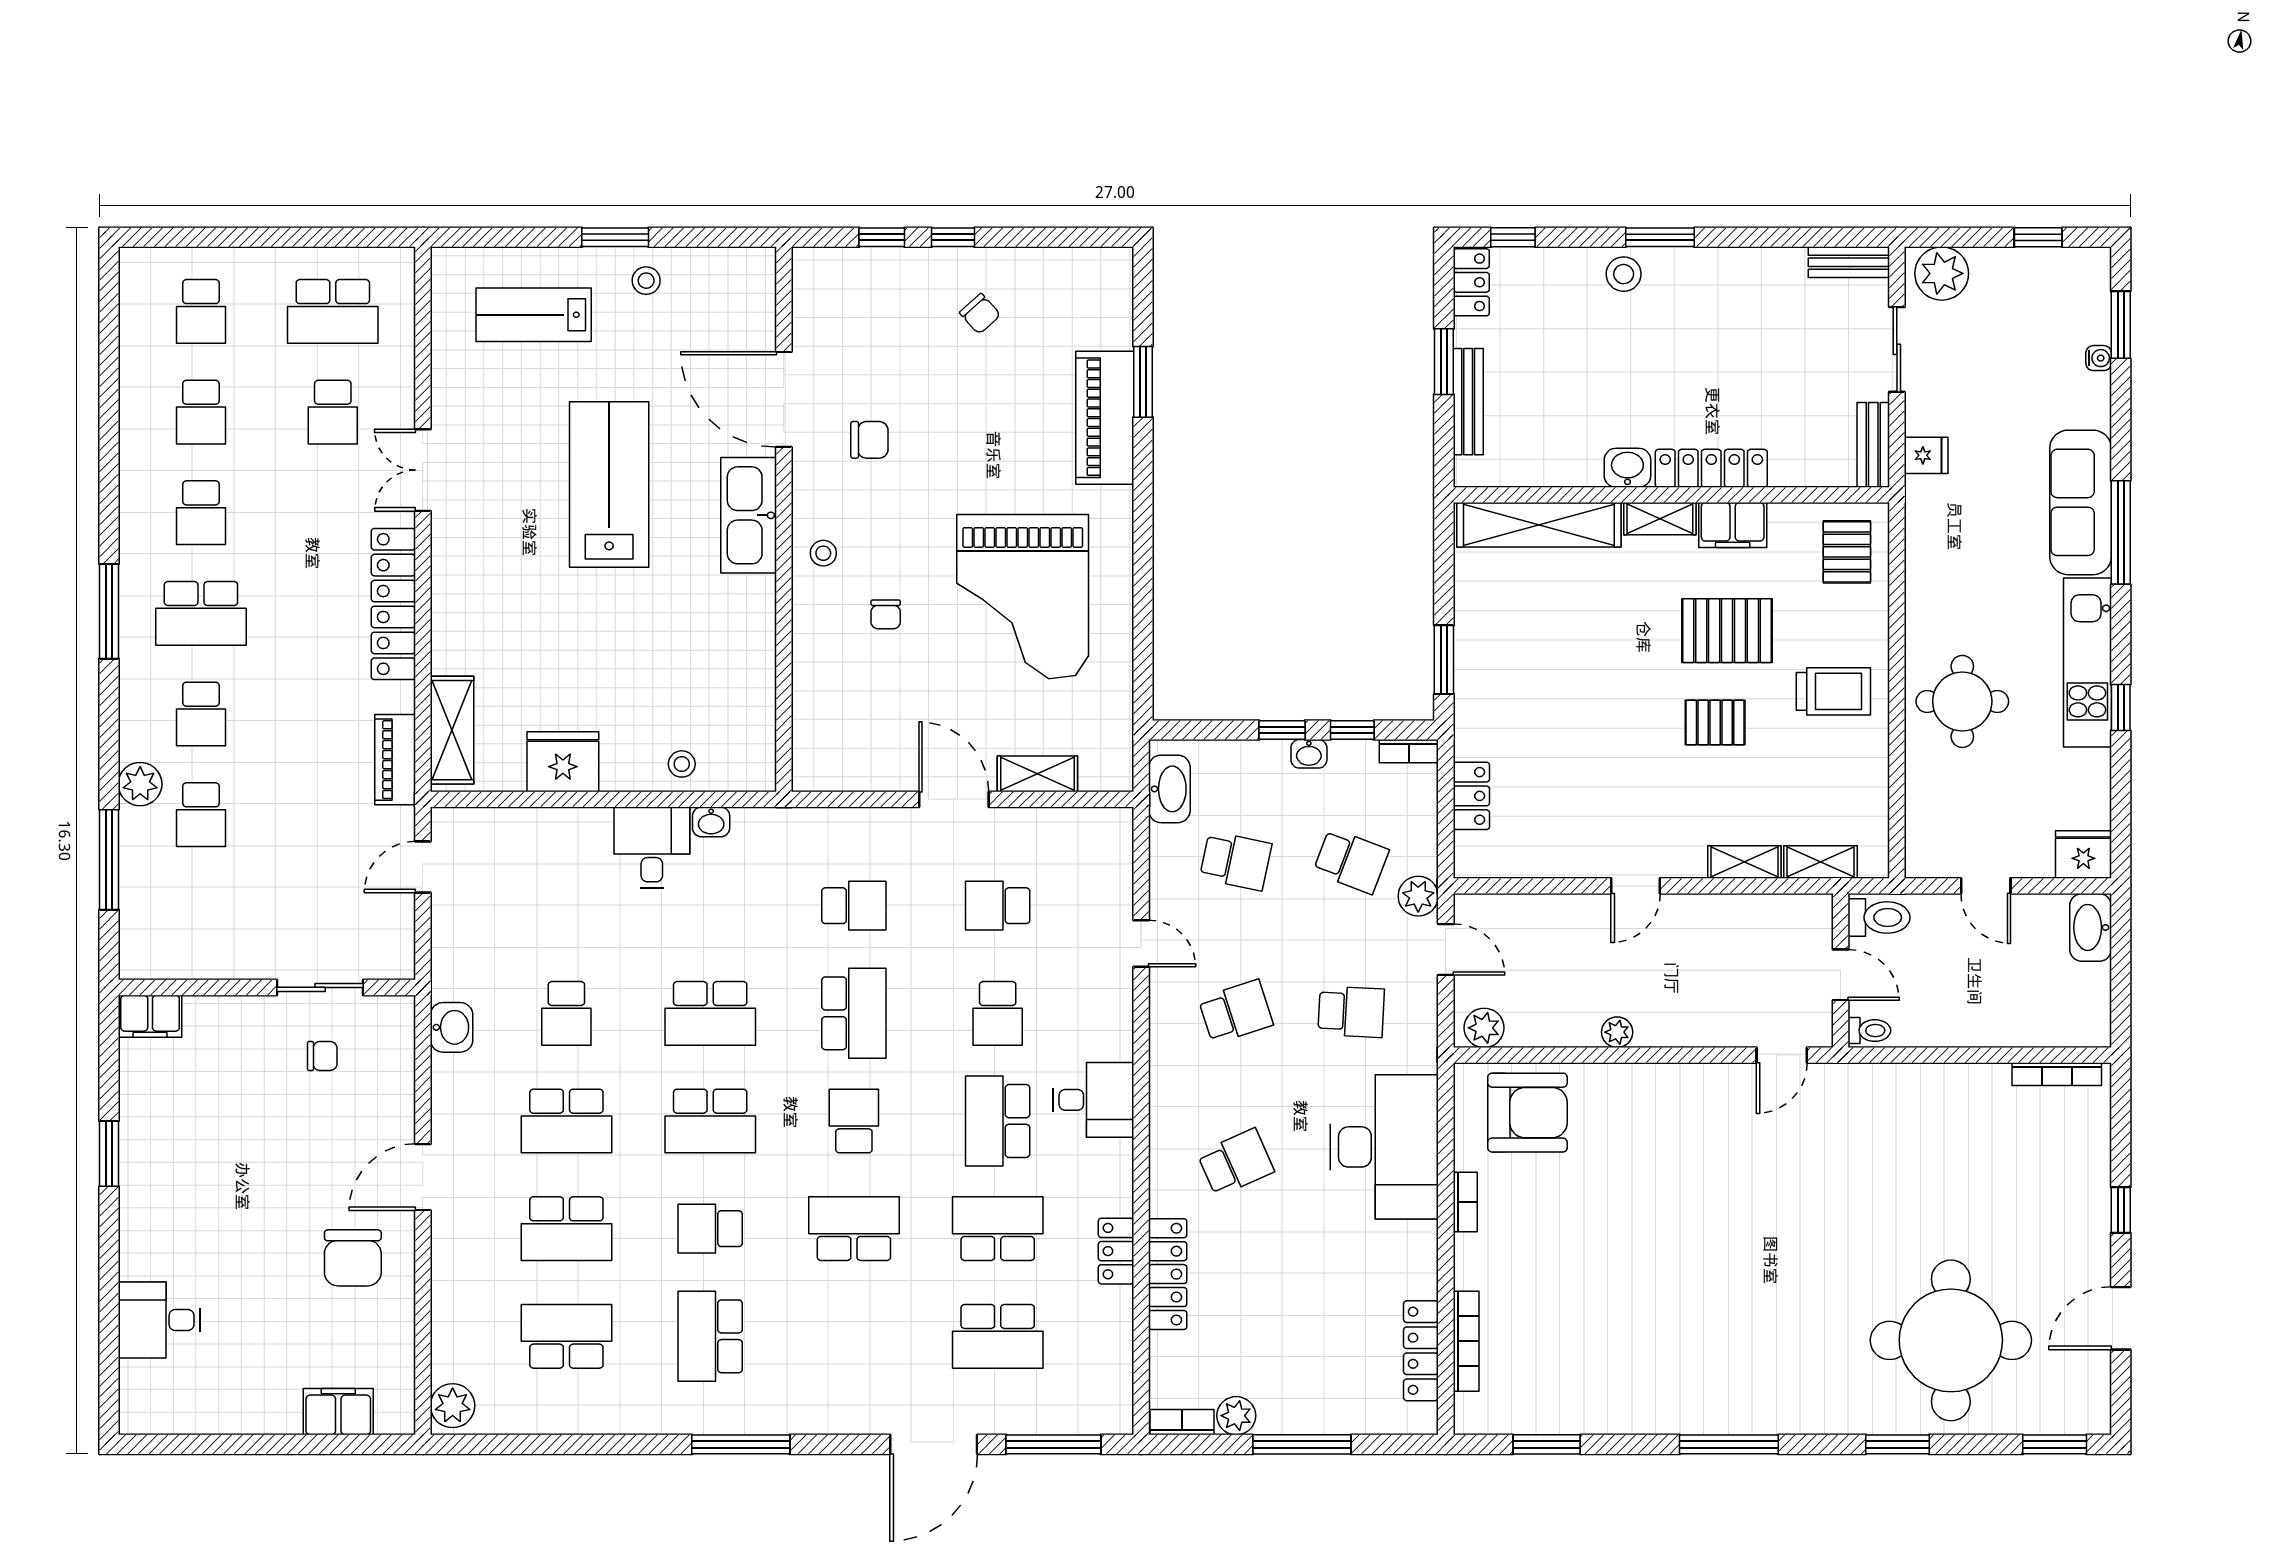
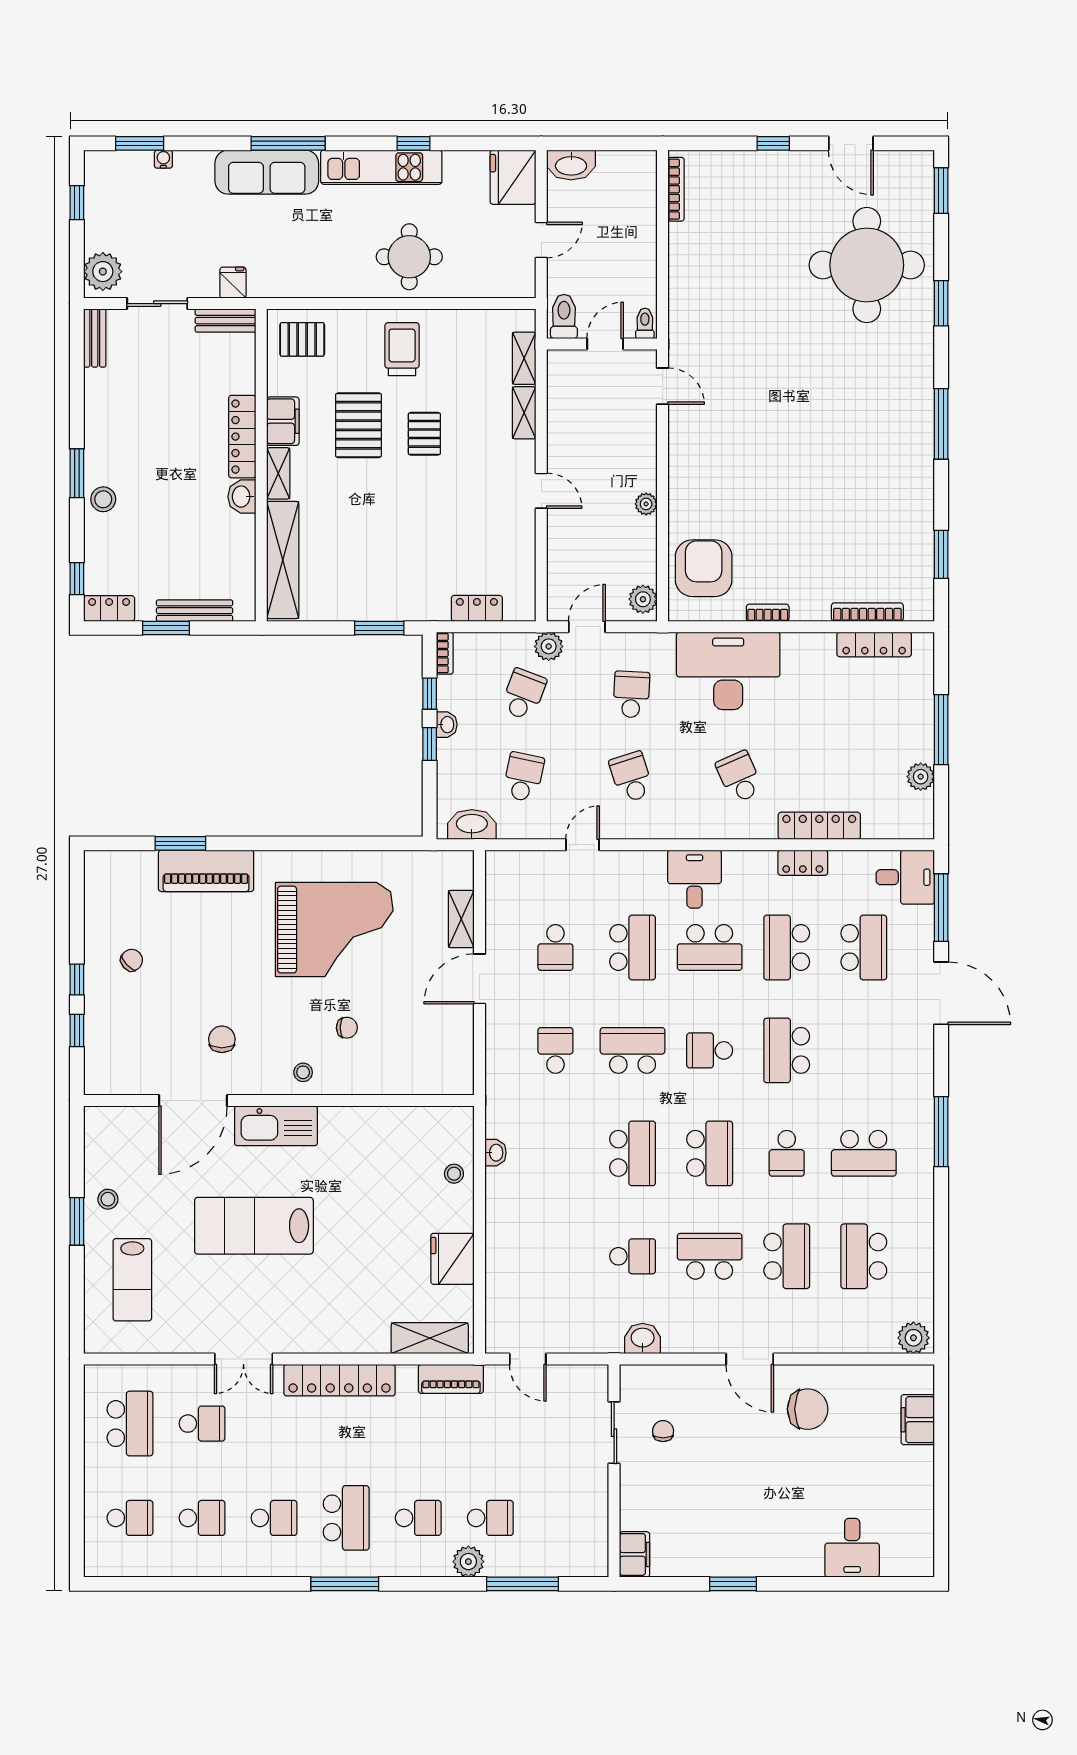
desk: (652, 848) -> (905, 877), moved, turned 180
fridge: (2083, 854) -> (513, 177), width x1.36, depth x1.34
school desk: (998, 1013) -> (633, 947), width x1.85
school desk: (566, 1121) -> (710, 1256), turned -90
bookcase: (1182, 1422) -> (925, 815), removed

